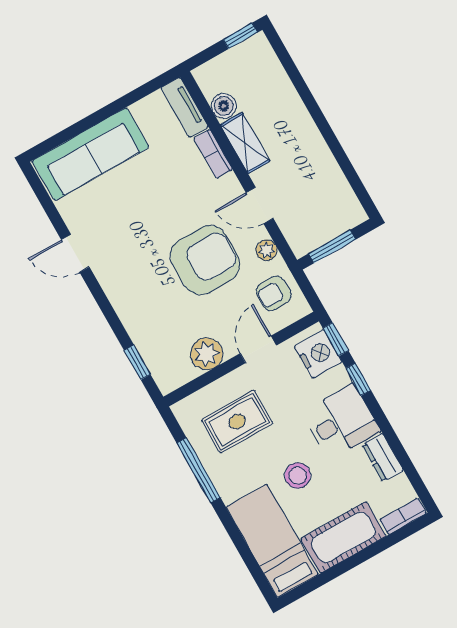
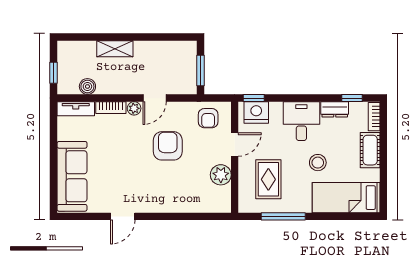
window: (240, 36) -> (54, 73), moved
shelving: (245, 143) -> (115, 49), moved
plant: (267, 250) -> (134, 108), moved
armchair: (205, 260) -> (168, 146), width x0.73, depth x0.73
door: (258, 349) -> (235, 145), swing flipped
window: (137, 362) -> (203, 216), removed
window: (358, 379) -> (352, 98), moved
cot: (343, 537) -> (370, 150), width x0.73, depth x0.75

